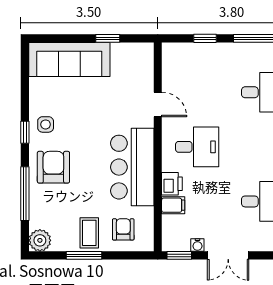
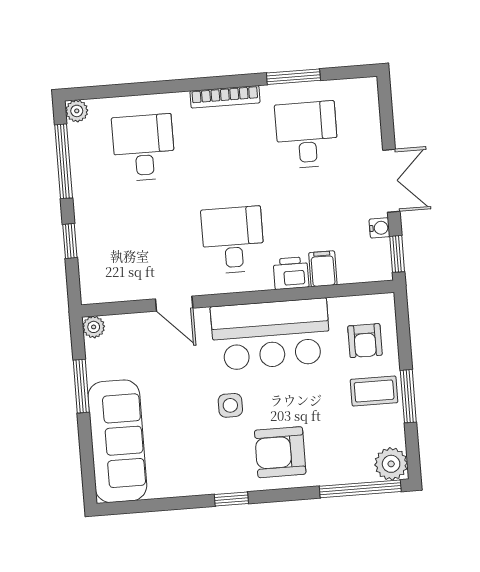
window: (108, 38) -> (81, 386), width x1.50
plant: (147, 50) -> (94, 327), added
door: (158, 104) -> (174, 304), swing flipped
side table: (46, 124) -> (230, 405), moved
window: (25, 194) -> (360, 489), moved
armchair: (123, 229) -> (365, 341), turned -90

